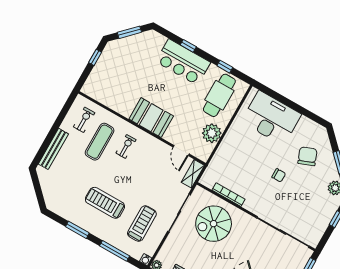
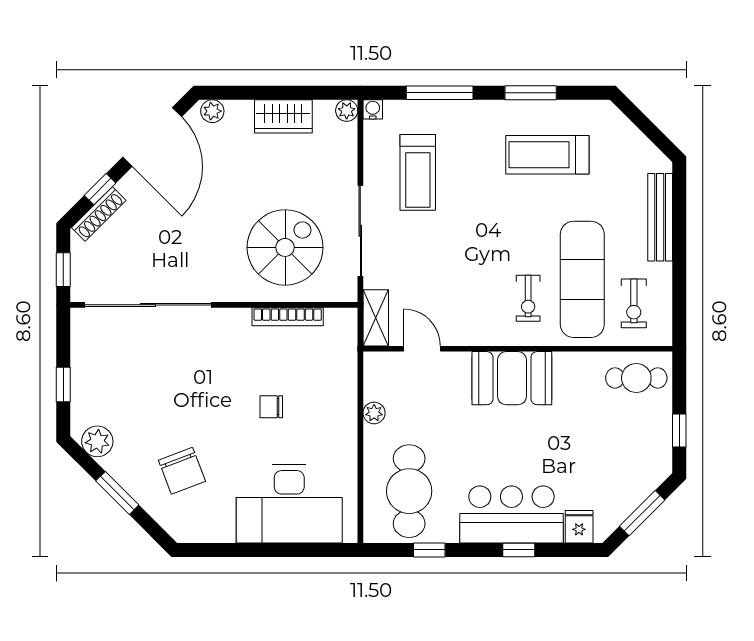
fridge: (158, 41) -> (579, 527), added
cafe table: (100, 89) -> (636, 378), added
plant: (212, 133) -> (374, 413), width x0.53, depth x0.53
exercise mat: (100, 142) -> (582, 279), width x1.36, depth x1.45
chair: (279, 175) -> (271, 407), moved
treadmill: (105, 203) -> (547, 155), moved, turned 180

